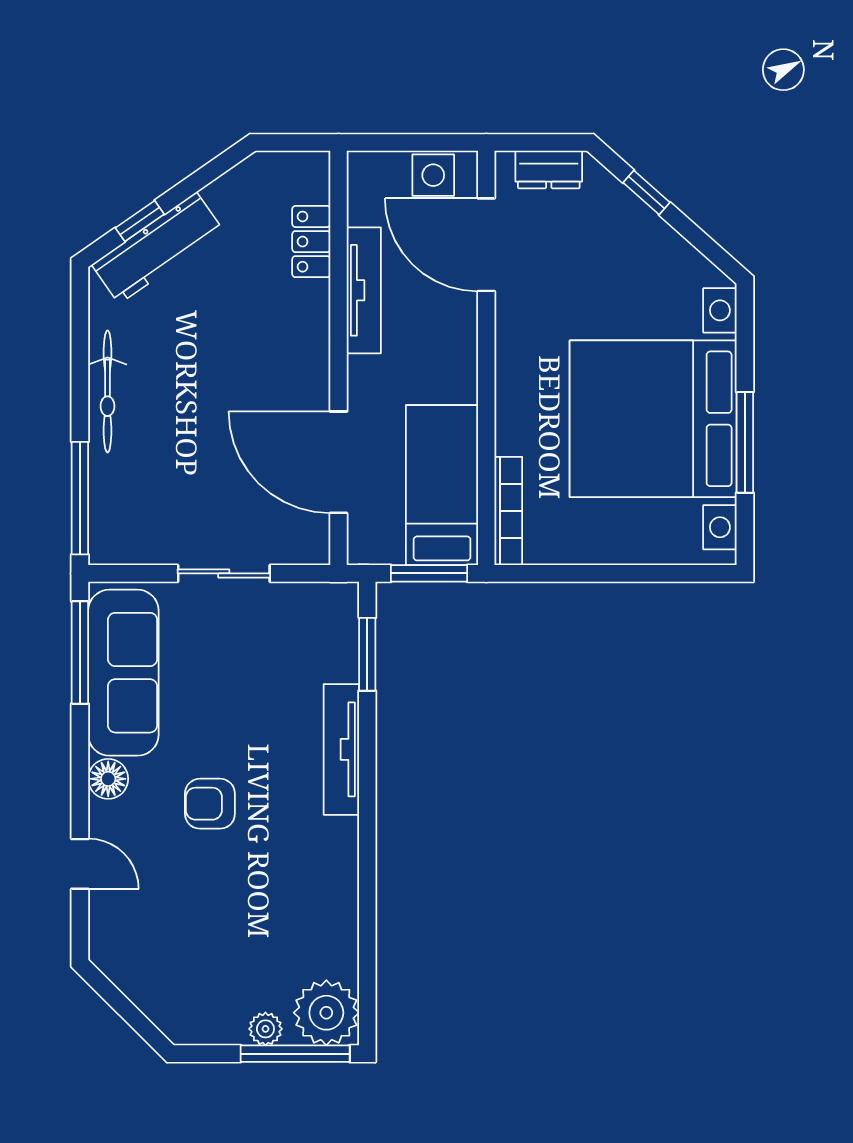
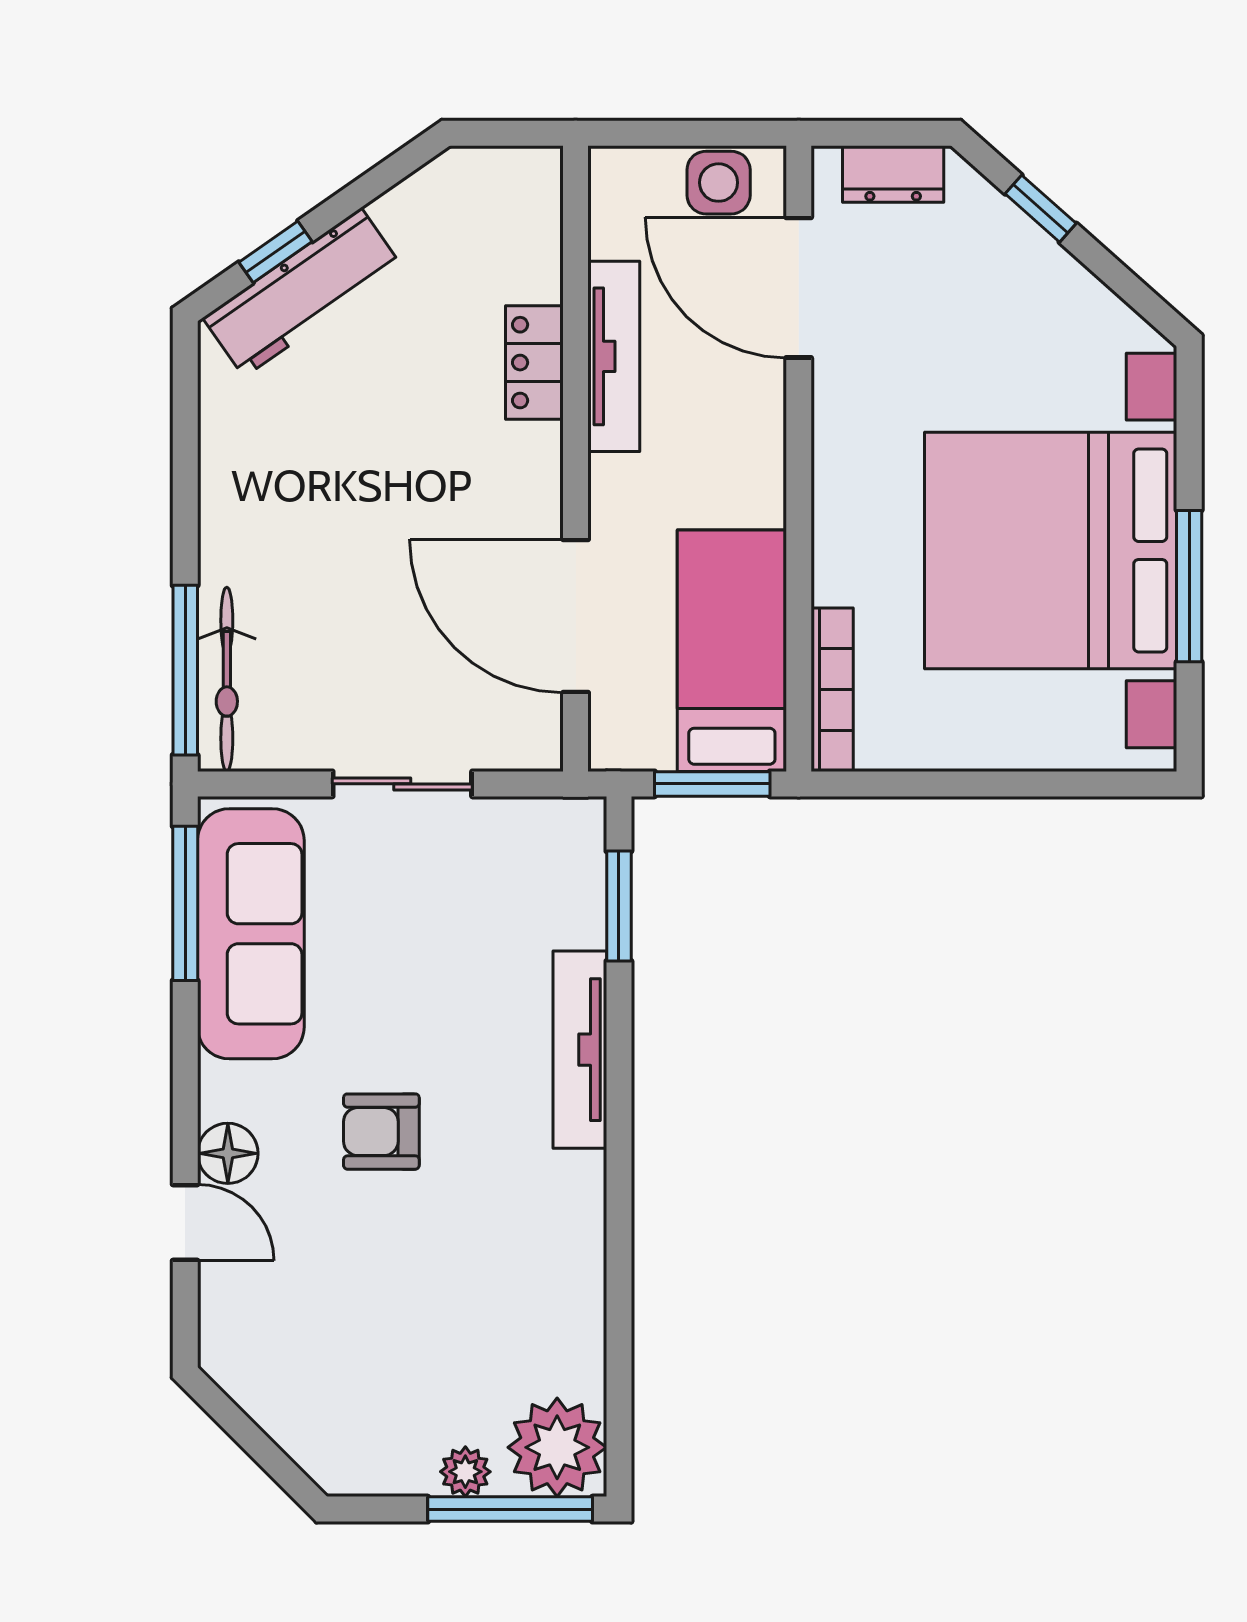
locker: (311, 242) -> (534, 363), moved
bicycle: (108, 391) -> (227, 679), moved
floor lamp: (108, 779) -> (228, 1153), moved

